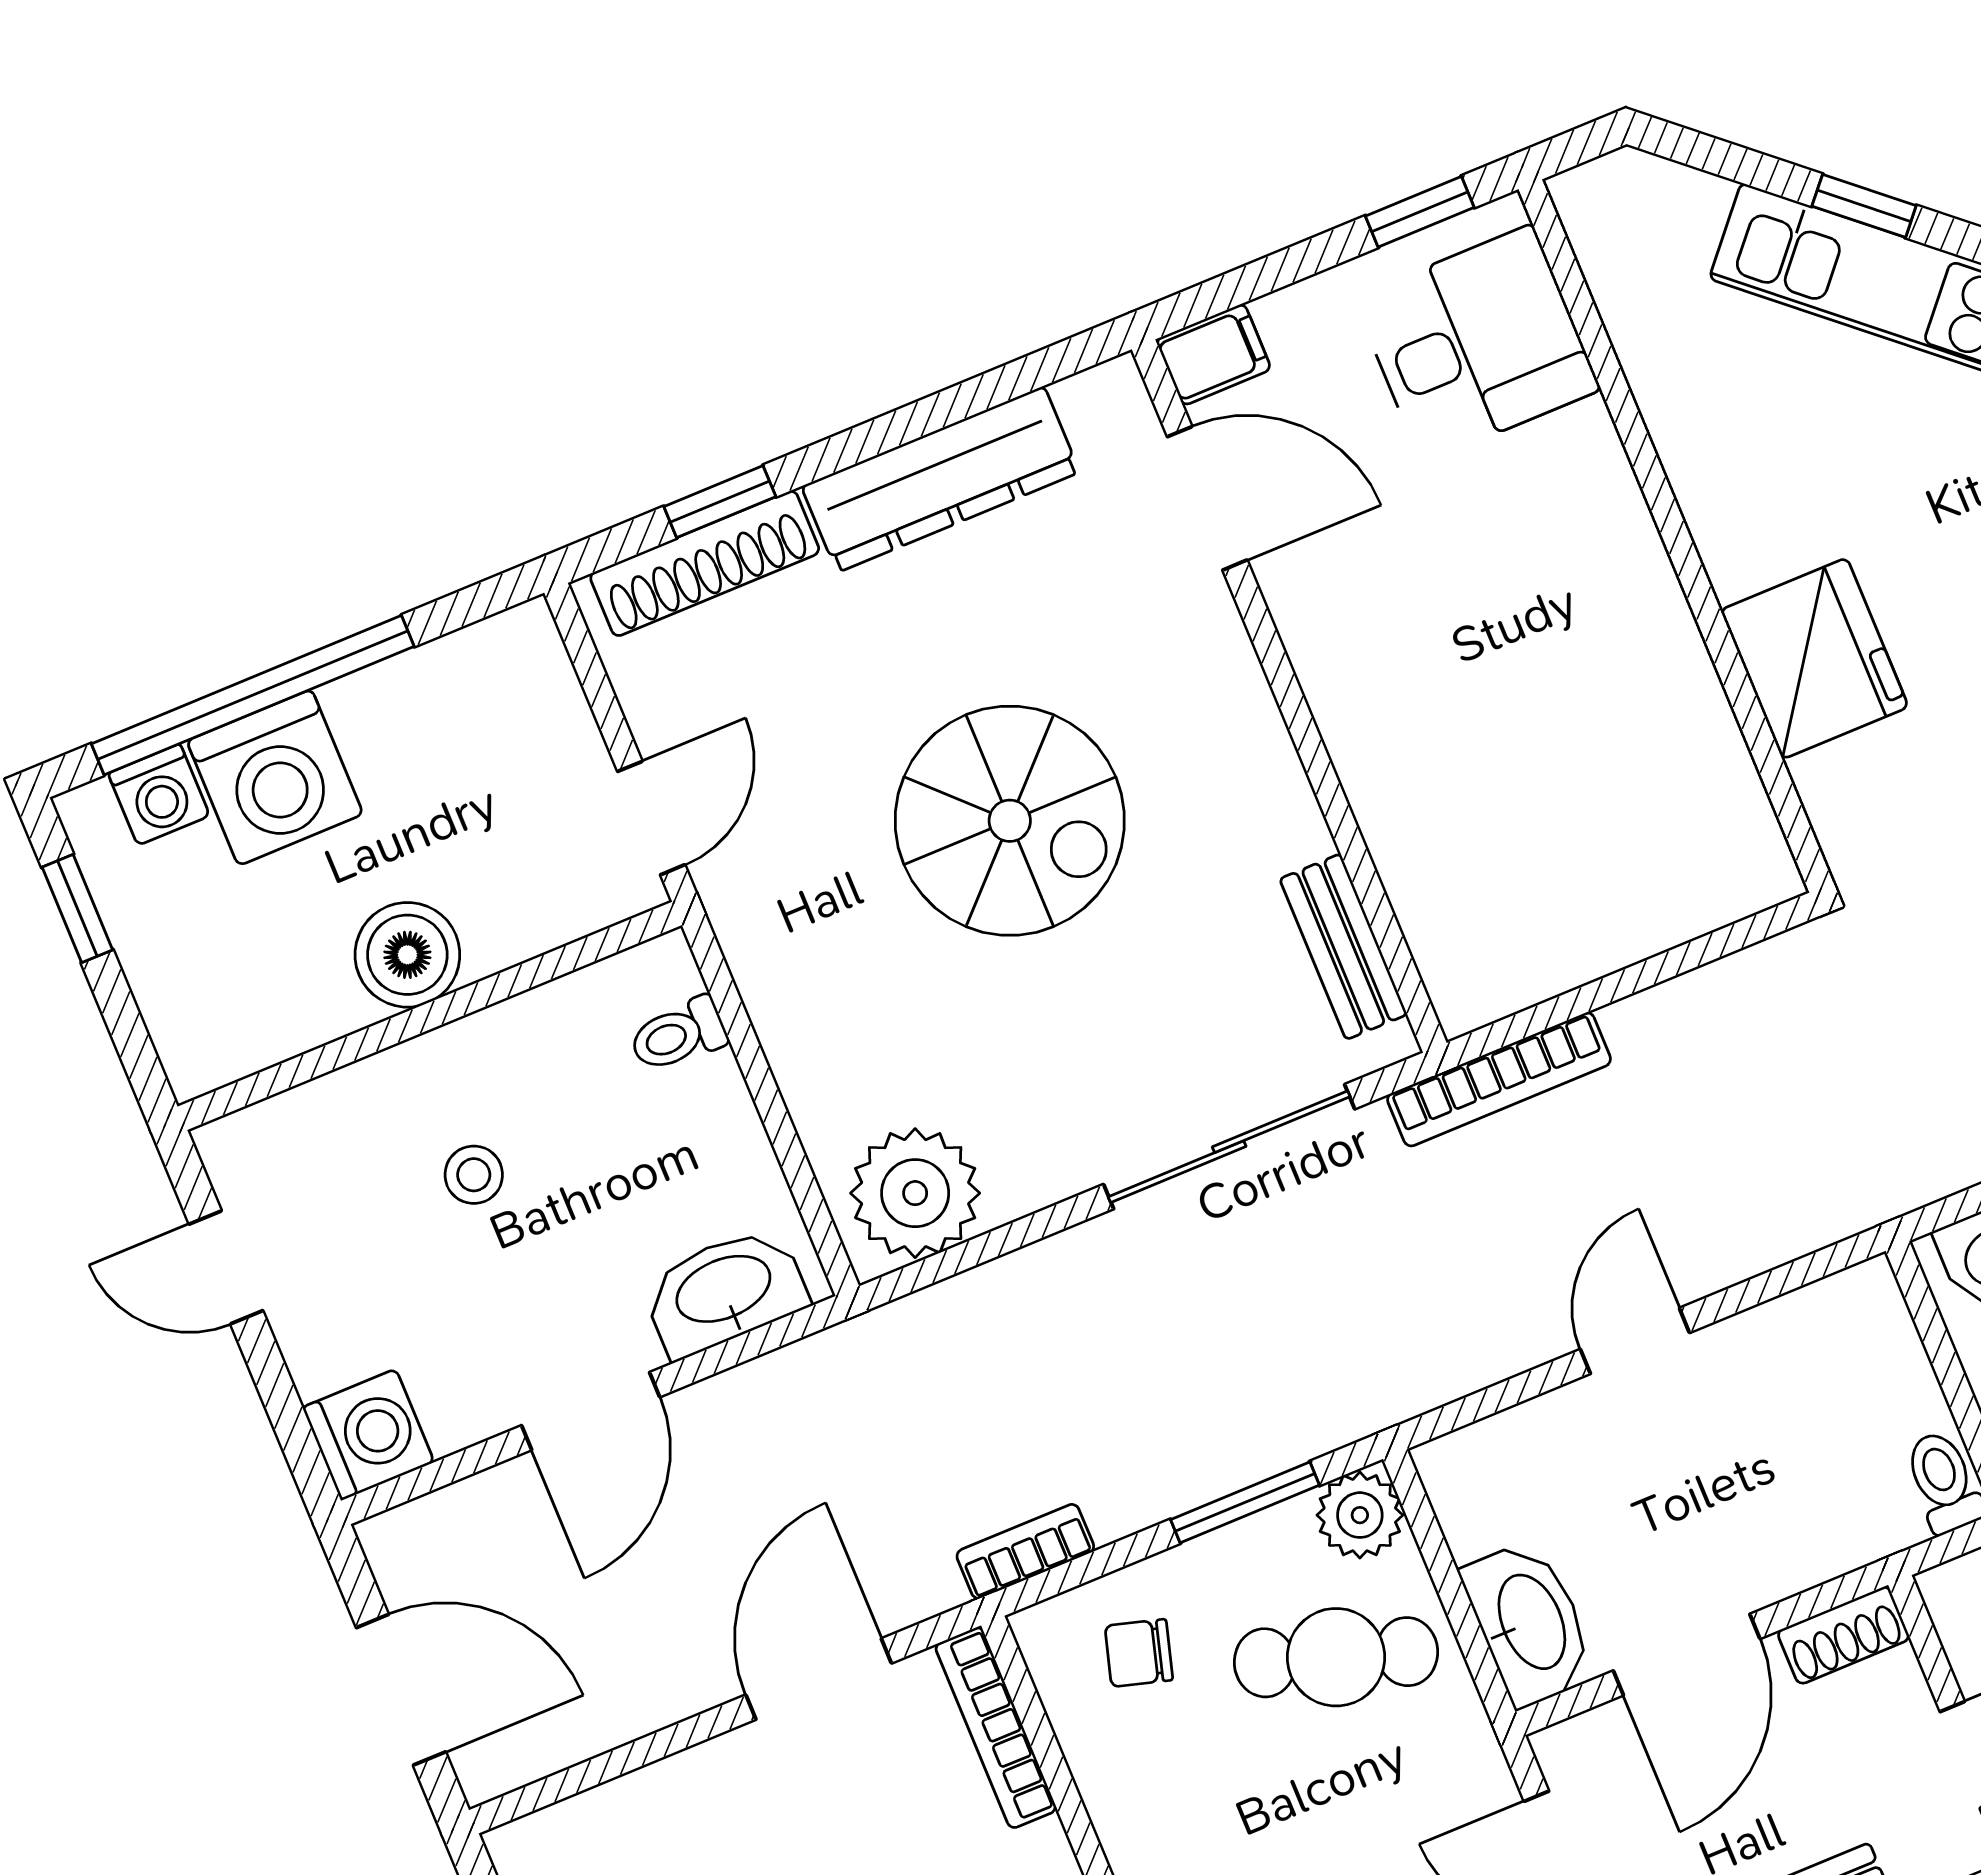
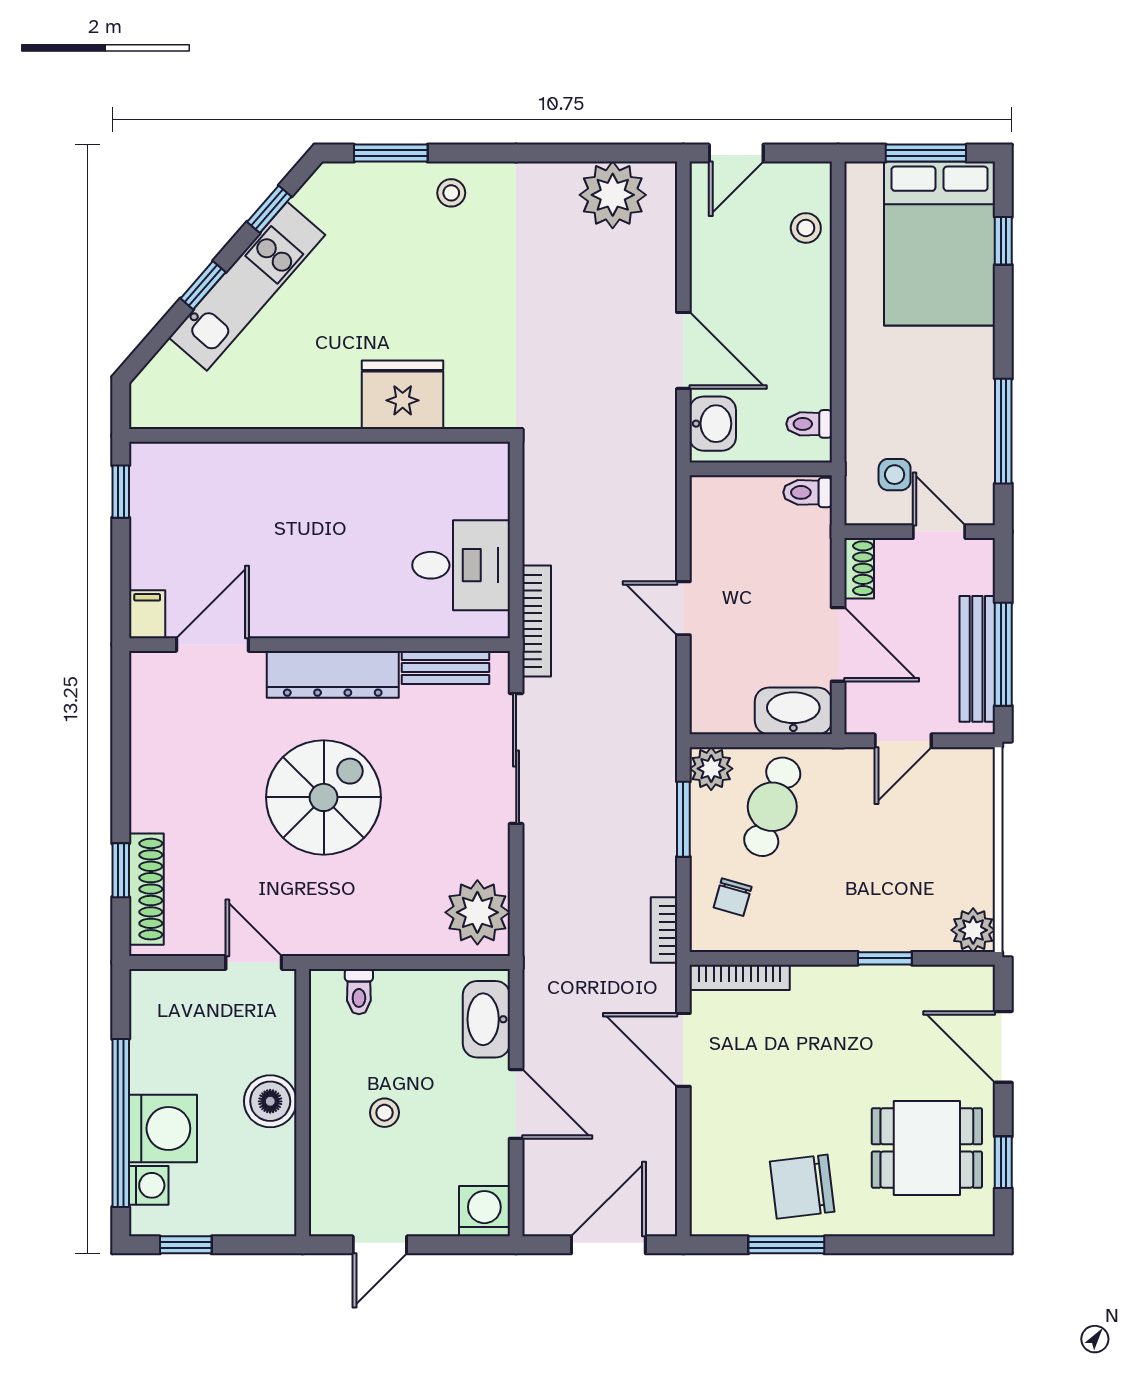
desk: (1477, 344) -> (461, 565), moved, turned 90
dresser: (940, 479) -> (333, 674), moved, turned 90

